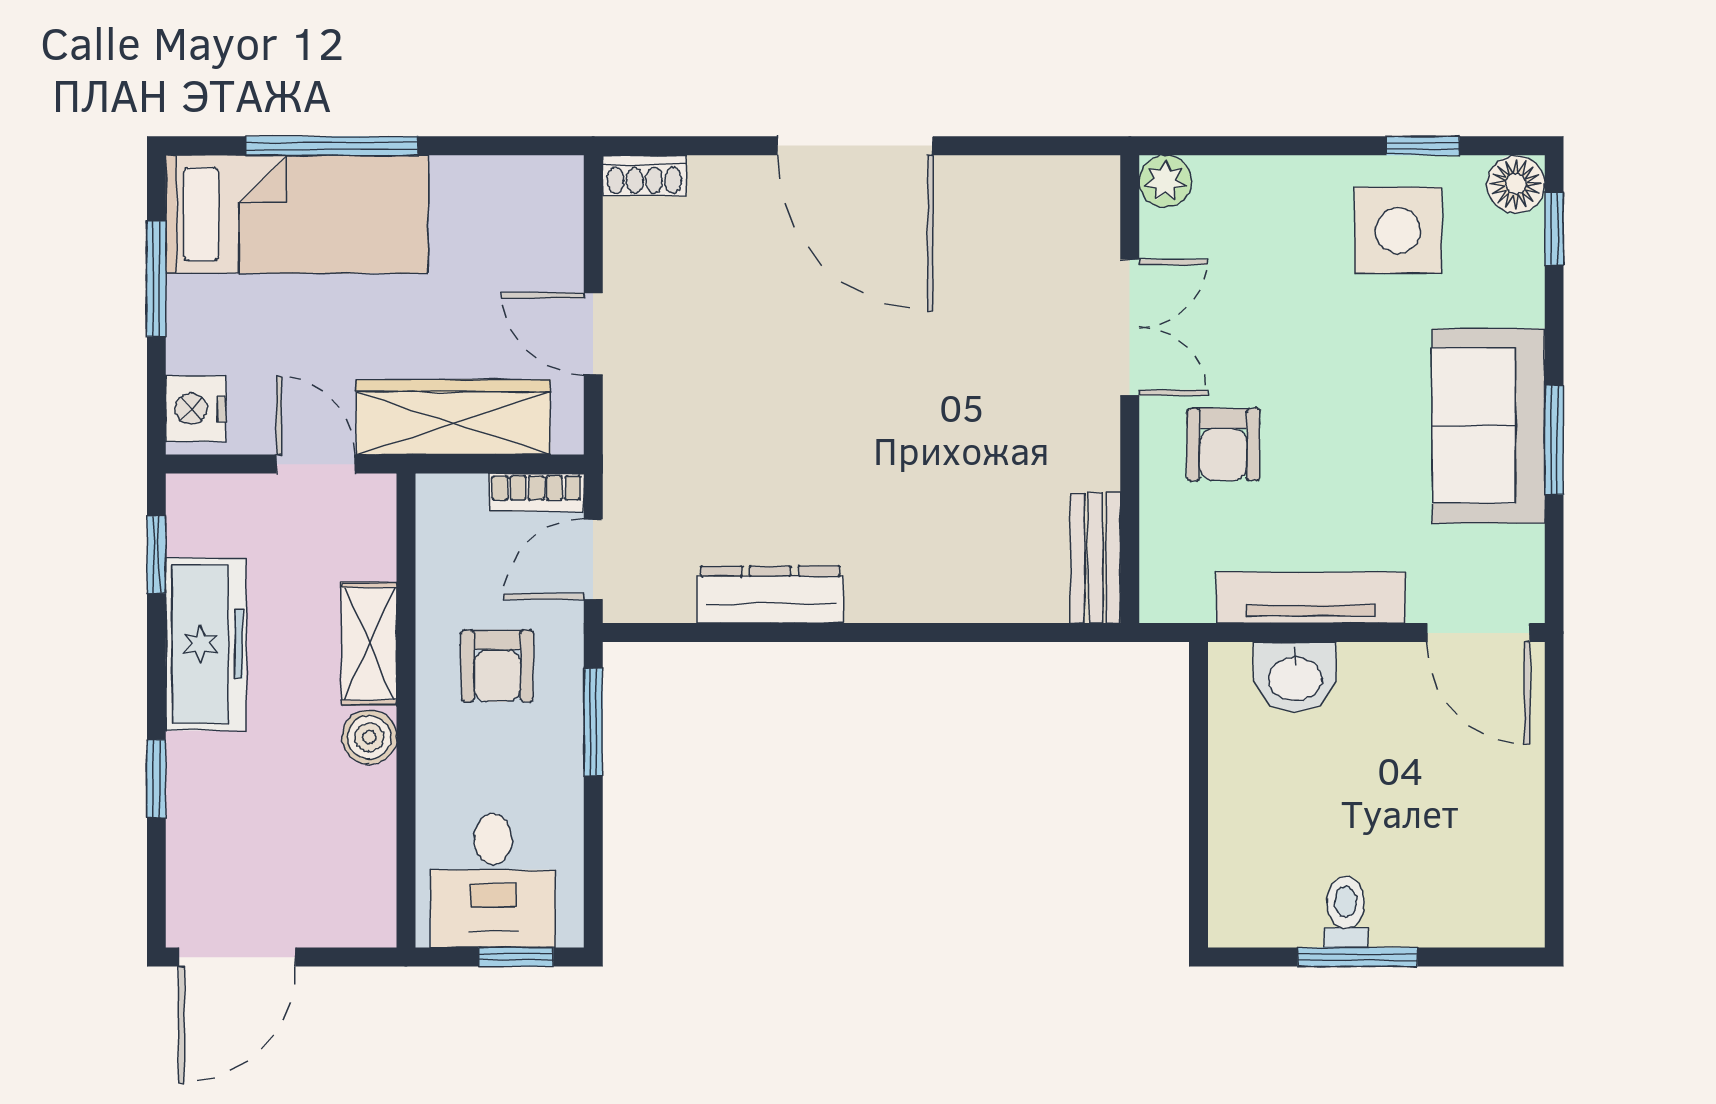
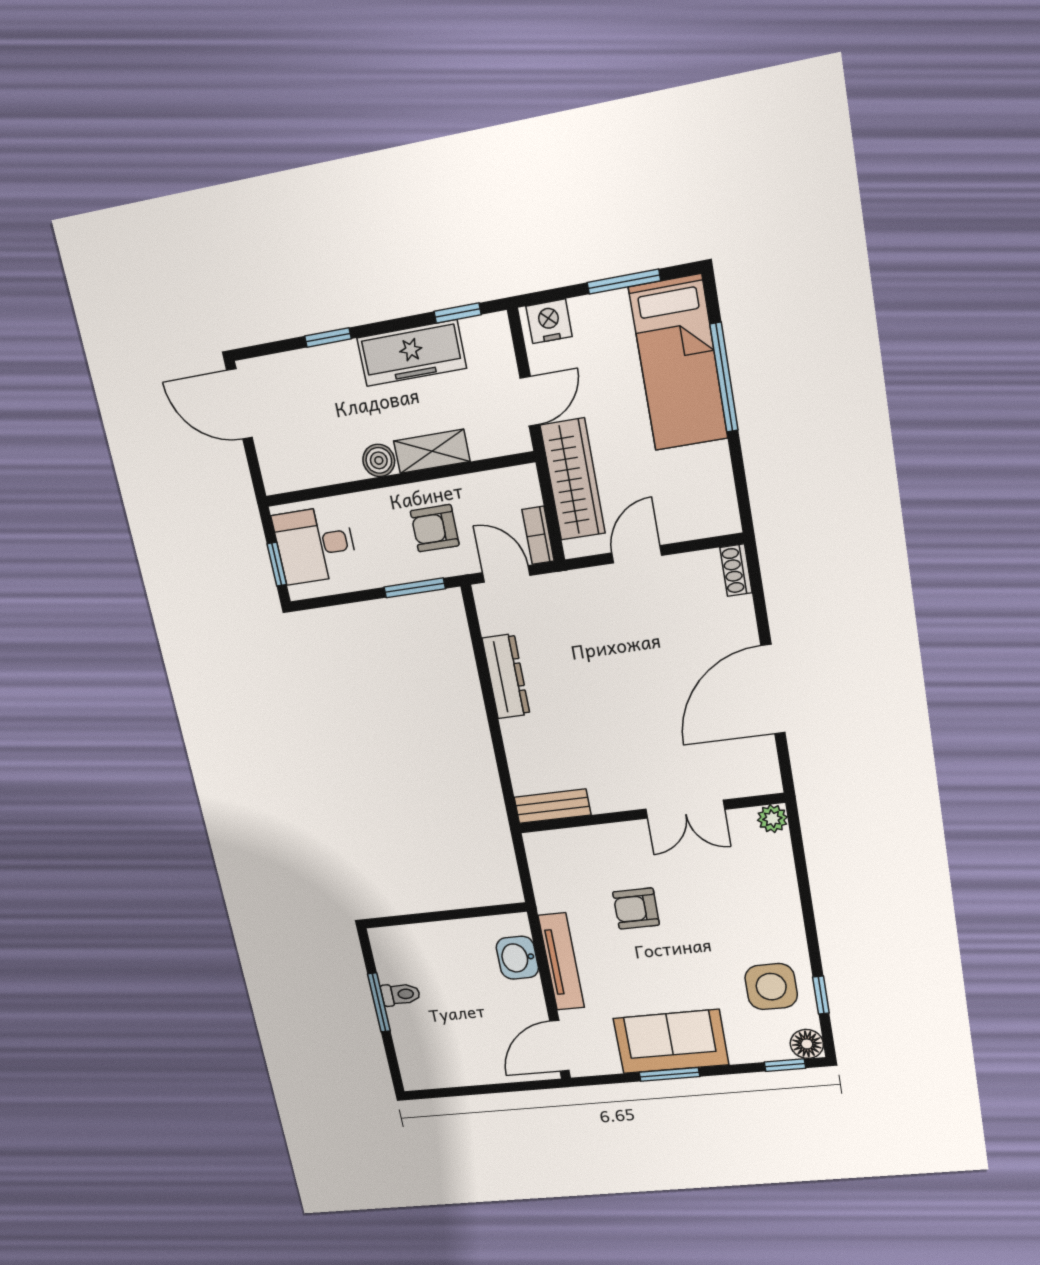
plant: (1165, 181) -> (772, 819), moved
double door: (1130, 327) -> (685, 809), moved
wall: (1130, 389) -> (650, 813), moved
bench: (1096, 558) -> (552, 806), moved

